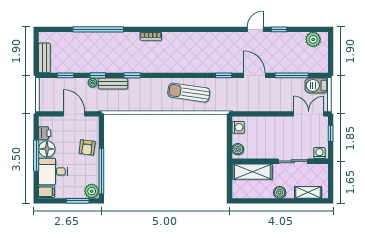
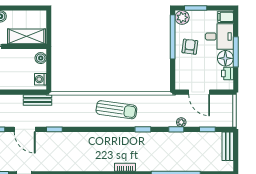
bench: (113, 84) -> (37, 100), moved
sun lounger: (189, 93) -> (116, 110), moved
armchair: (87, 147) -> (190, 47), moved

